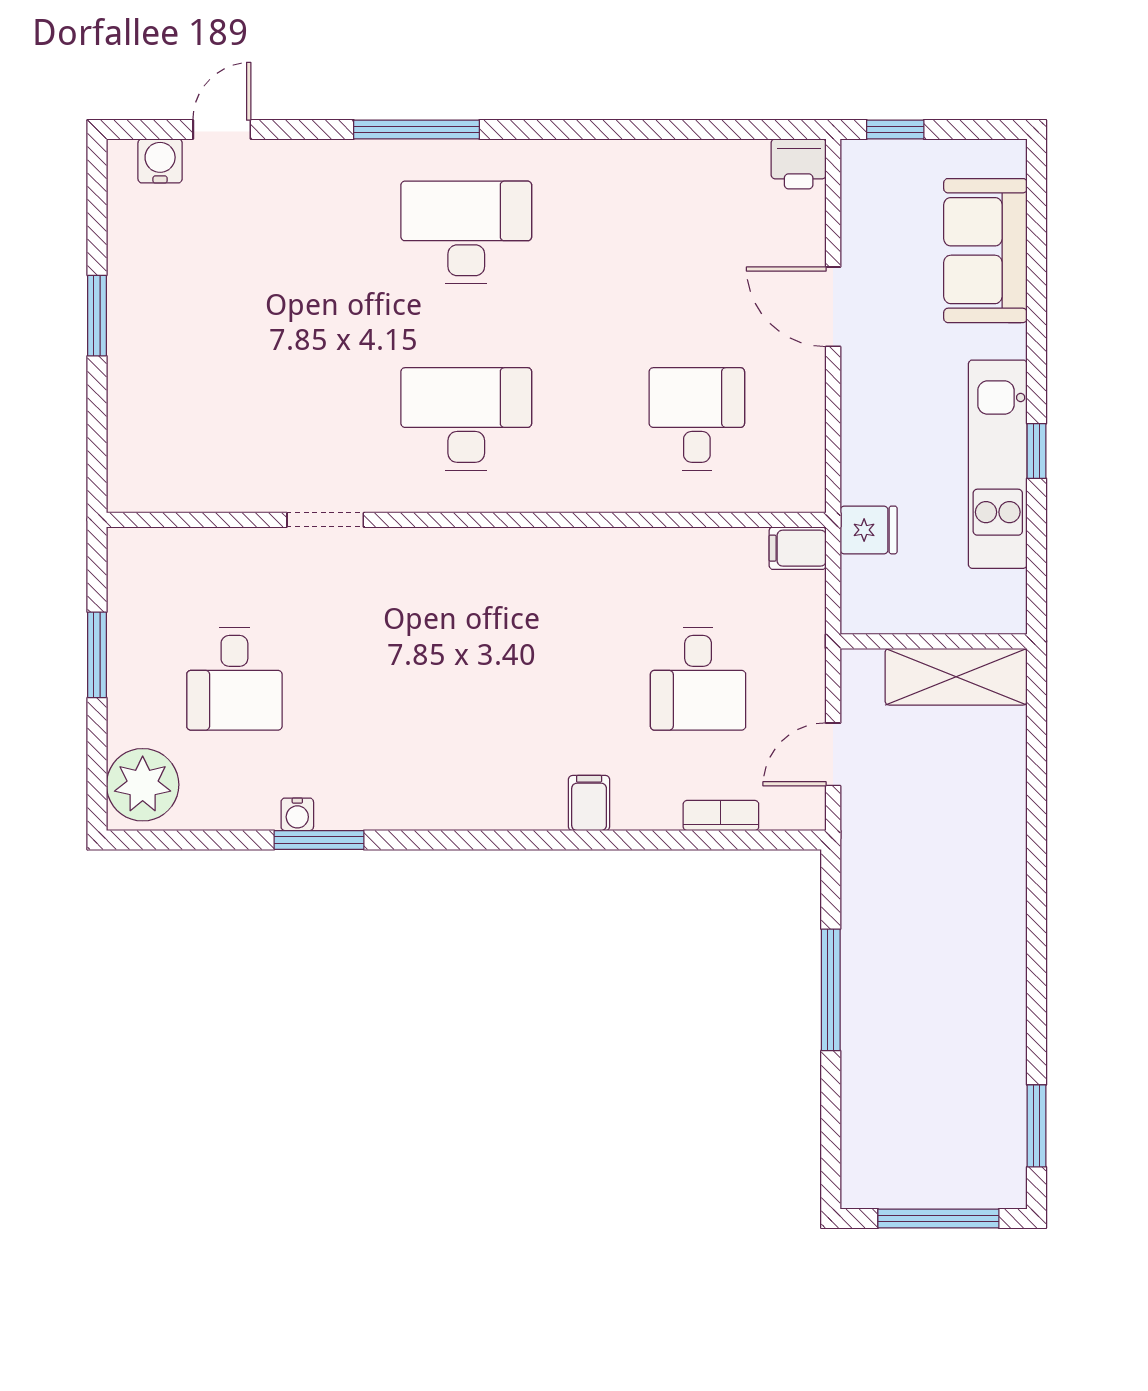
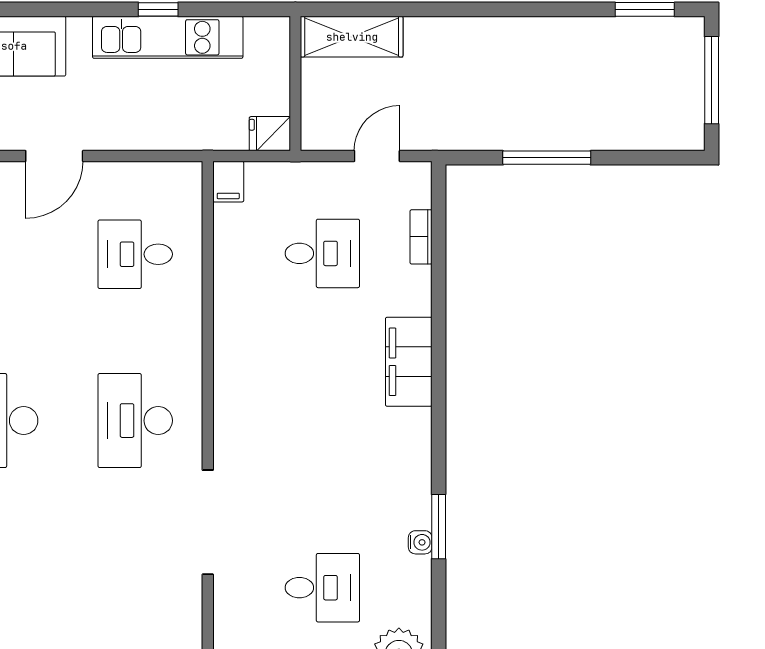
doorway: (325, 520) -> (208, 522), width x1.88
fridge: (869, 530) -> (270, 134), moved, turned -90
shelving: (956, 677) -> (352, 37), moved, turned 90
door: (833, 754) -> (377, 156), swing flipped
filing cabinet: (589, 803) -> (409, 362), width x3.00, depth x1.17

